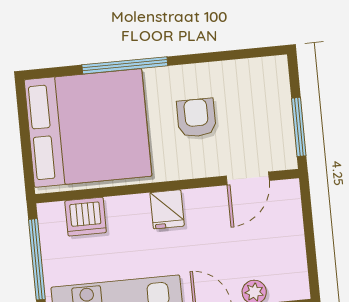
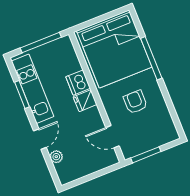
armchair: (196, 118) -> (135, 102), turned -90
dishwasher: (86, 217) -> (78, 83), moved

